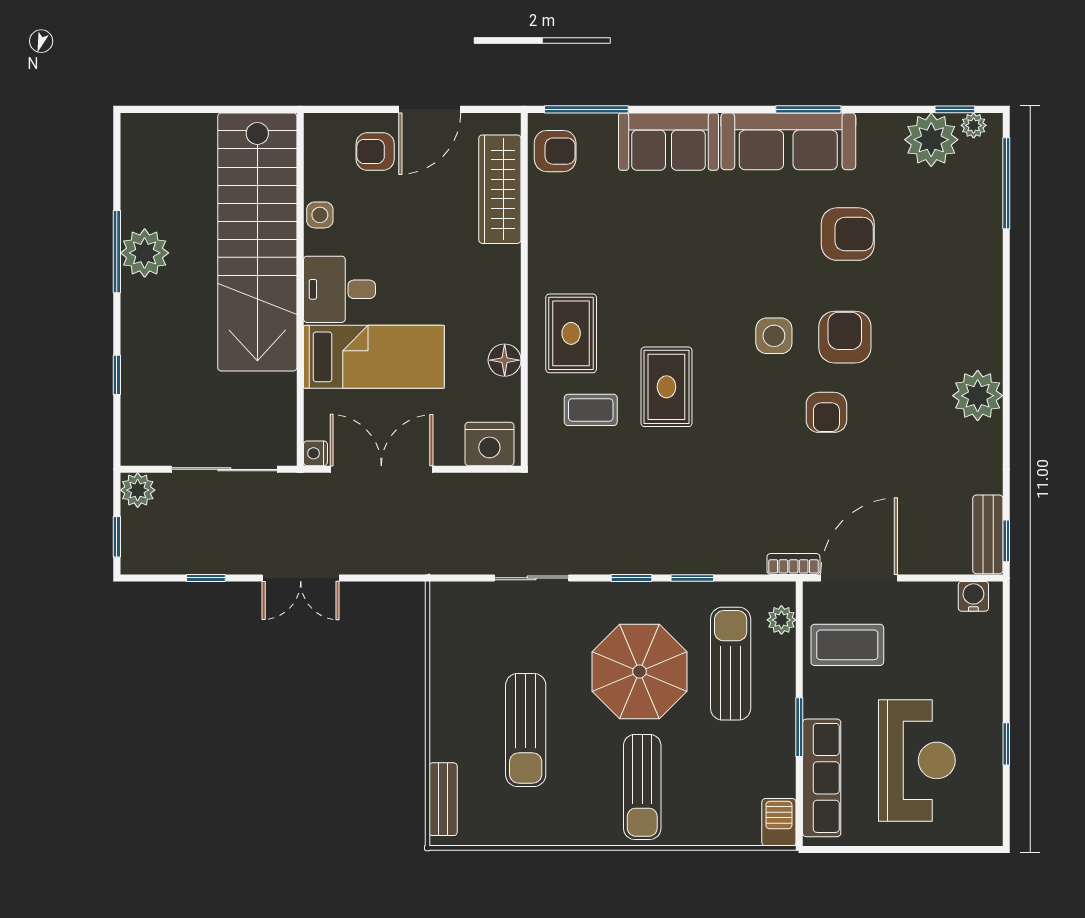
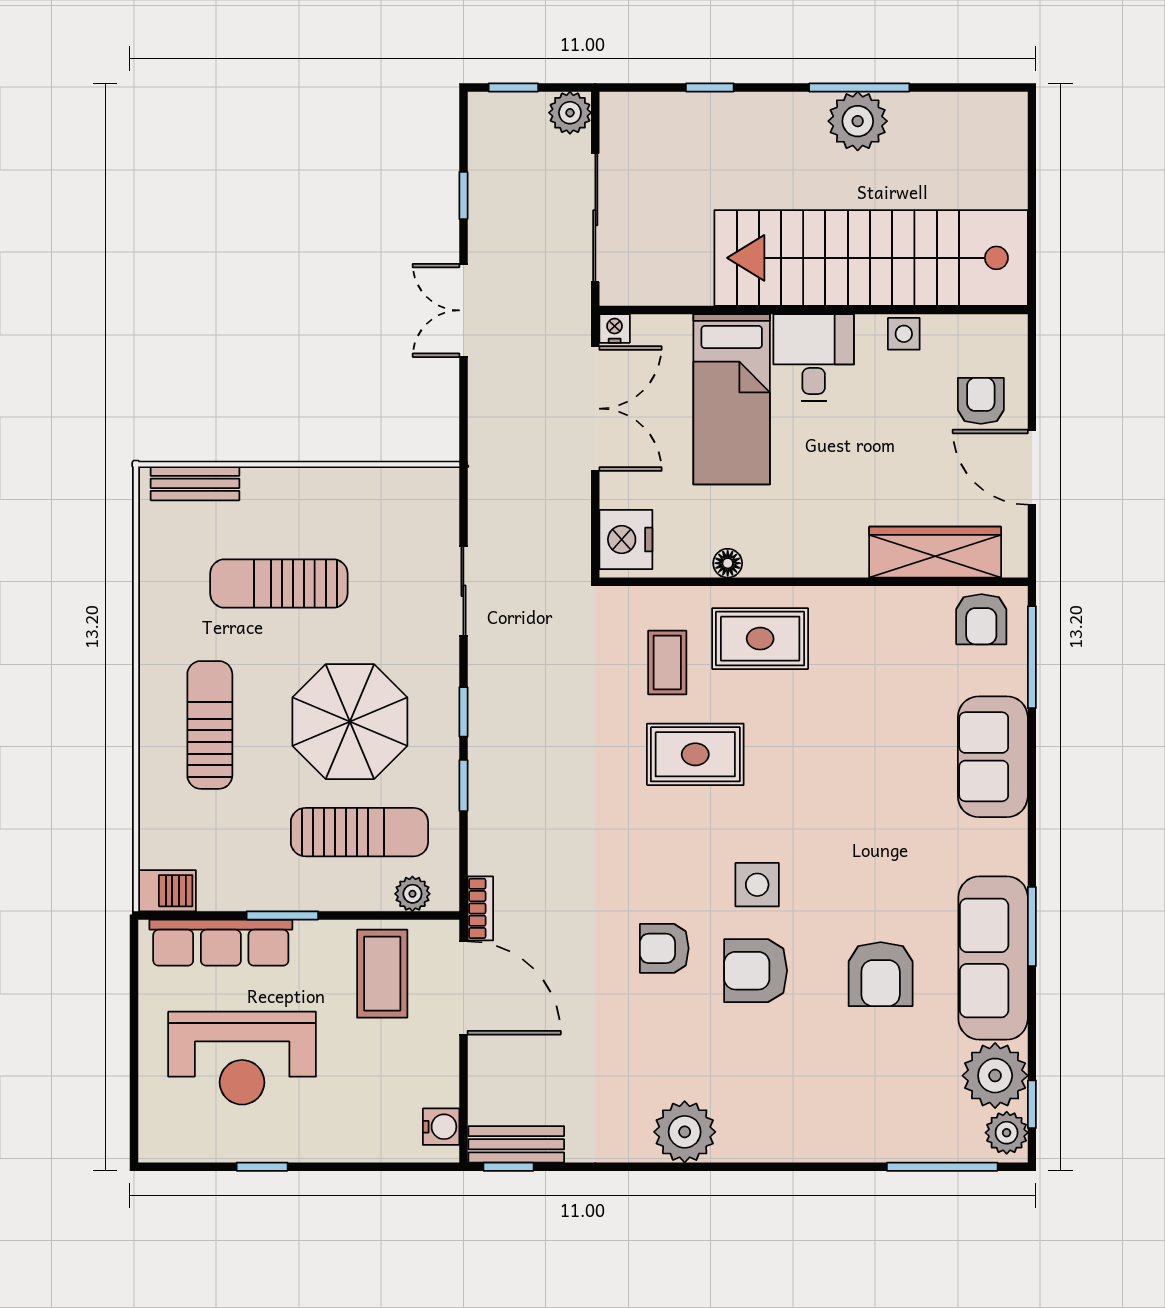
plant: (974, 125) -> (1007, 1133), width x1.38, depth x1.38
sofa: (788, 141) -> (993, 958), moved
armchair: (845, 337) -> (756, 971), turned 180
floor lamp: (505, 360) -> (728, 563), width x0.73, depth x0.73
sun lounger: (642, 787) -> (210, 725), turned 90

